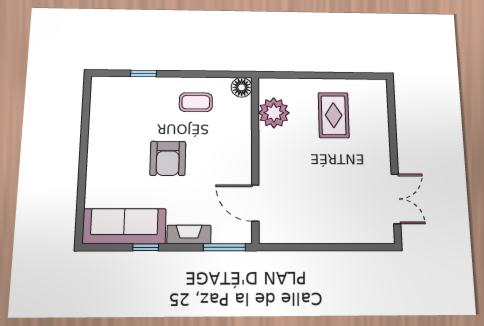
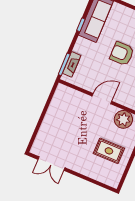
door: (255, 203) -> (102, 99), moved
fireplace: (189, 234) -> (72, 64), moved

